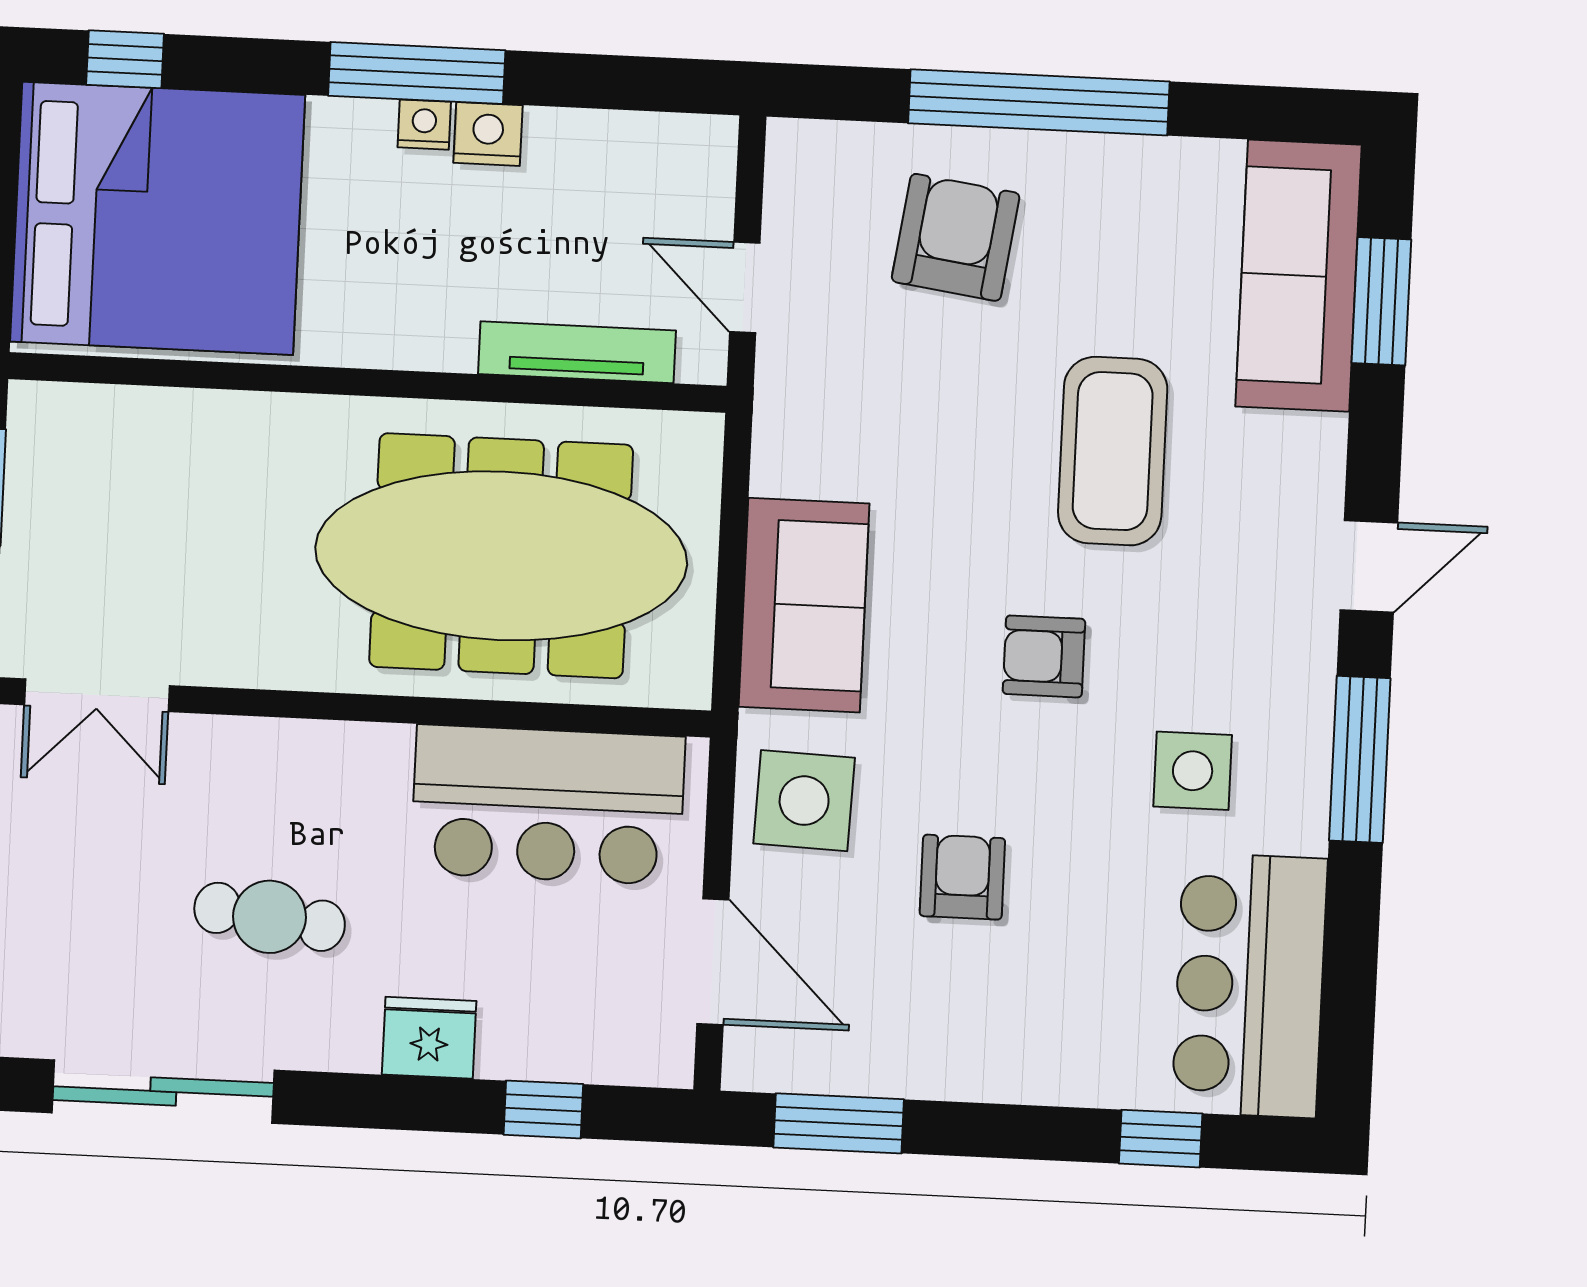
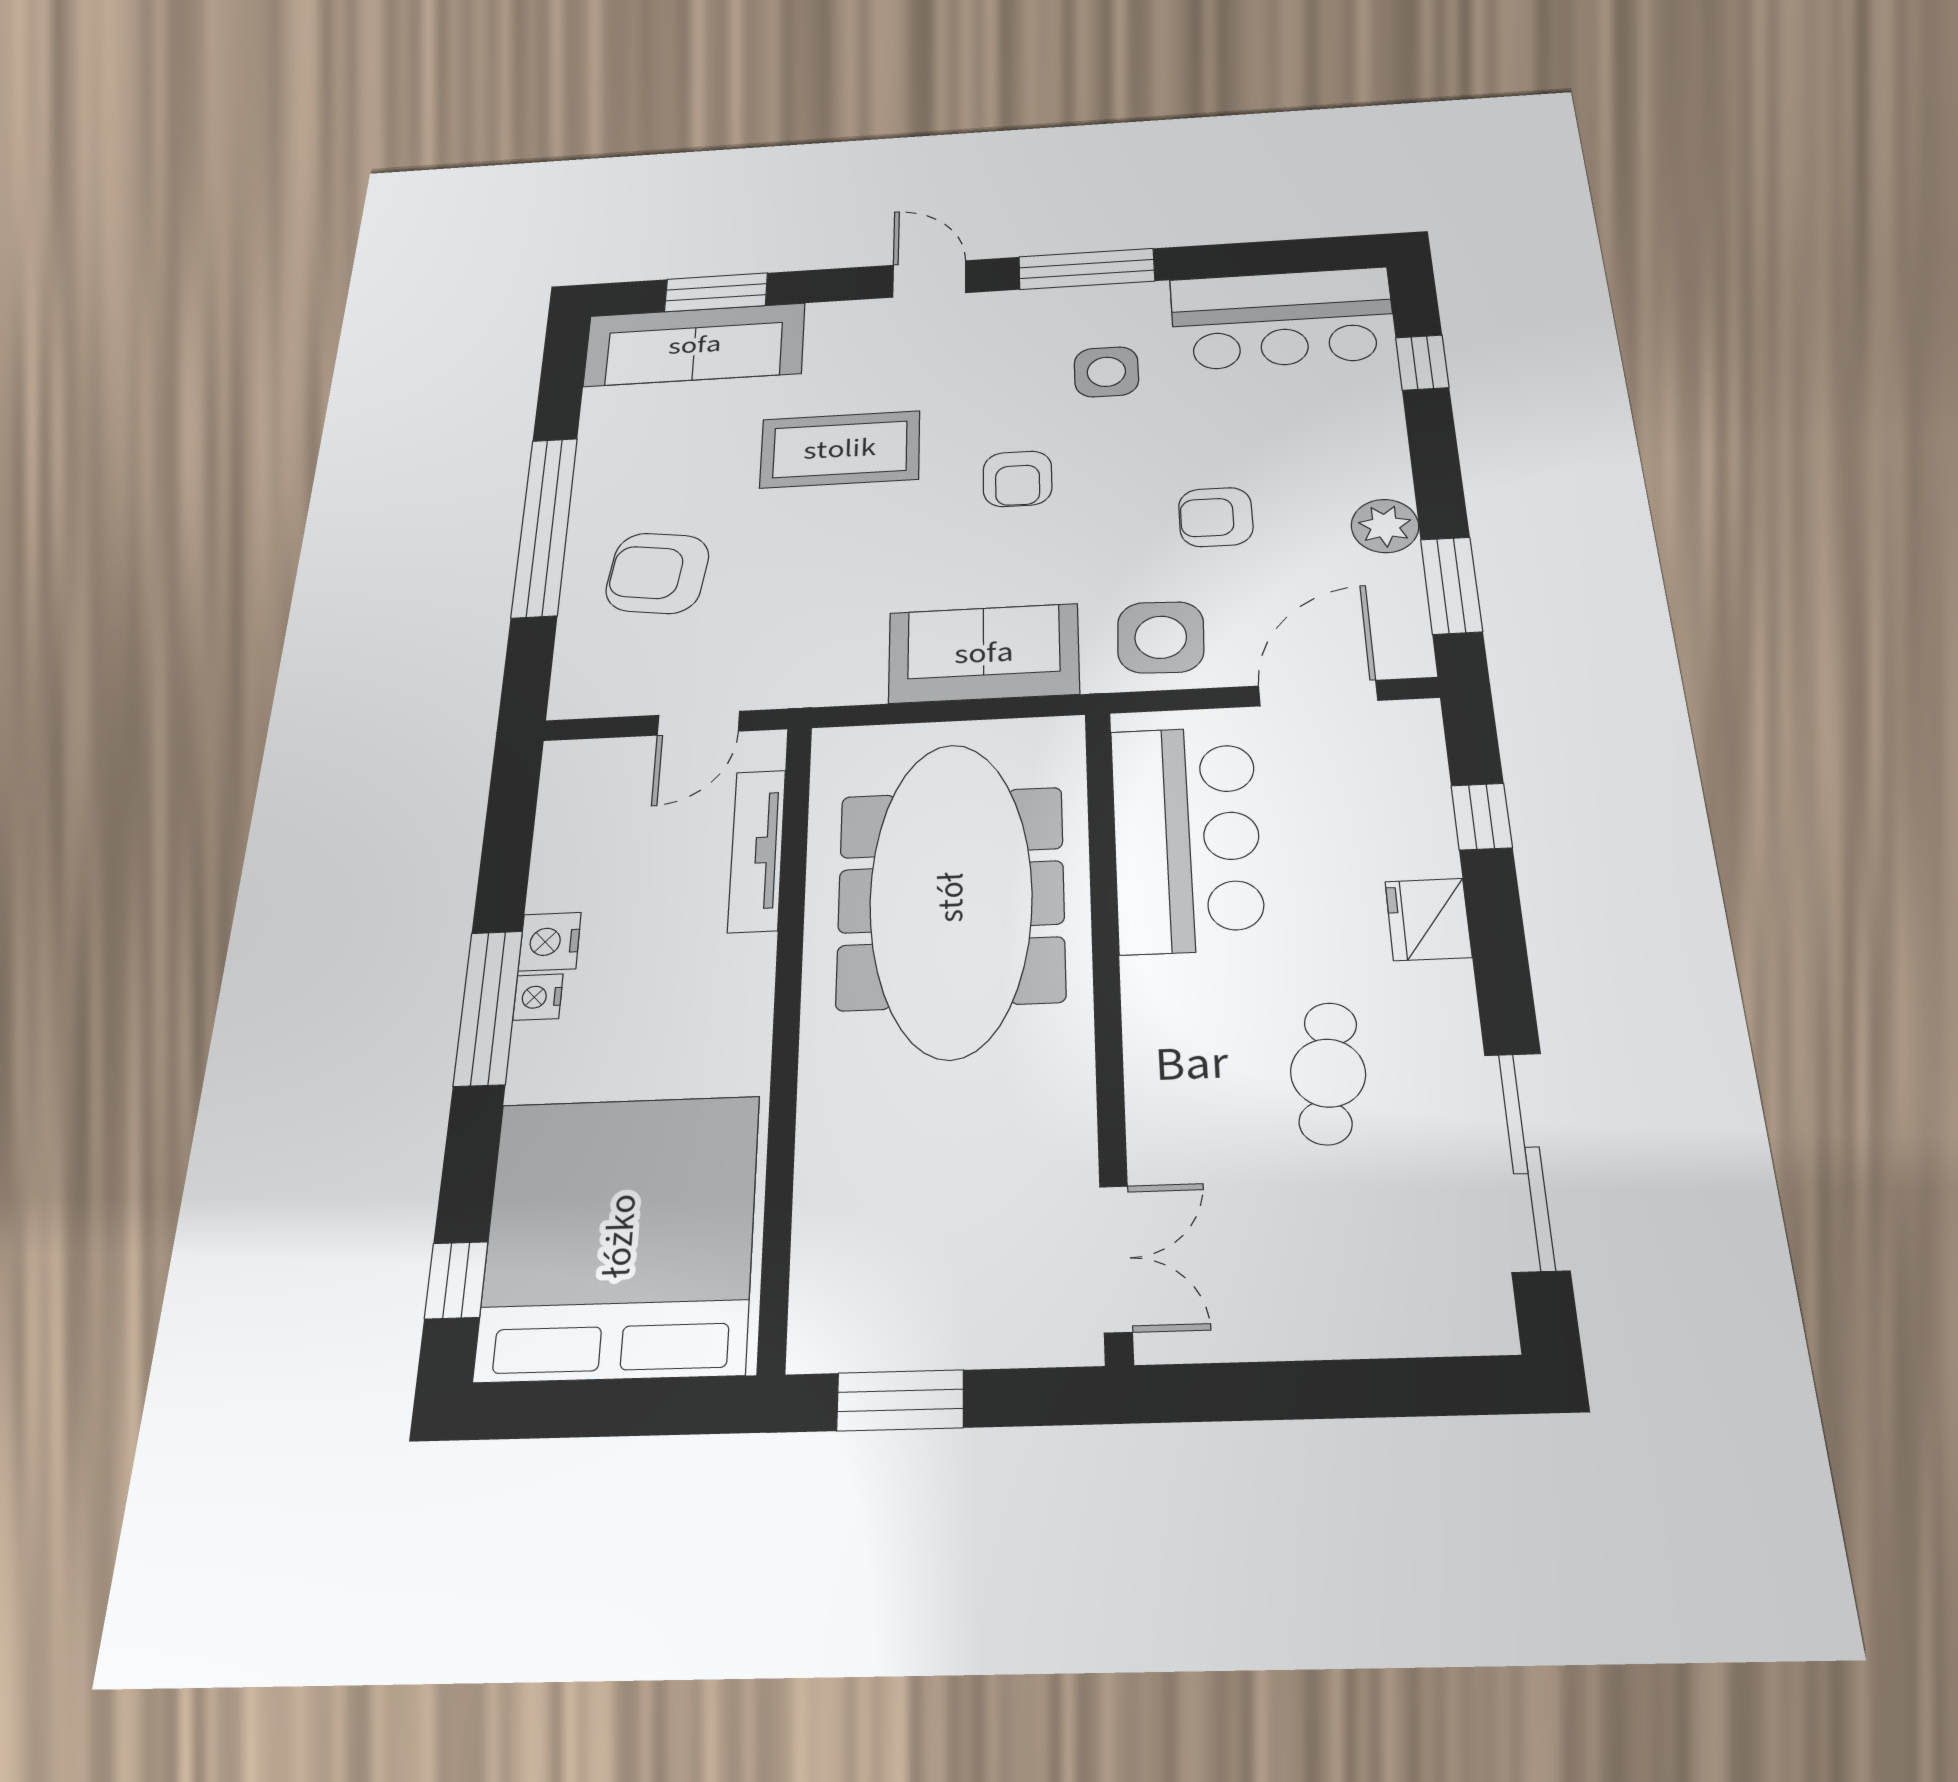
plant: (928, 1063) -> (1385, 526), added

